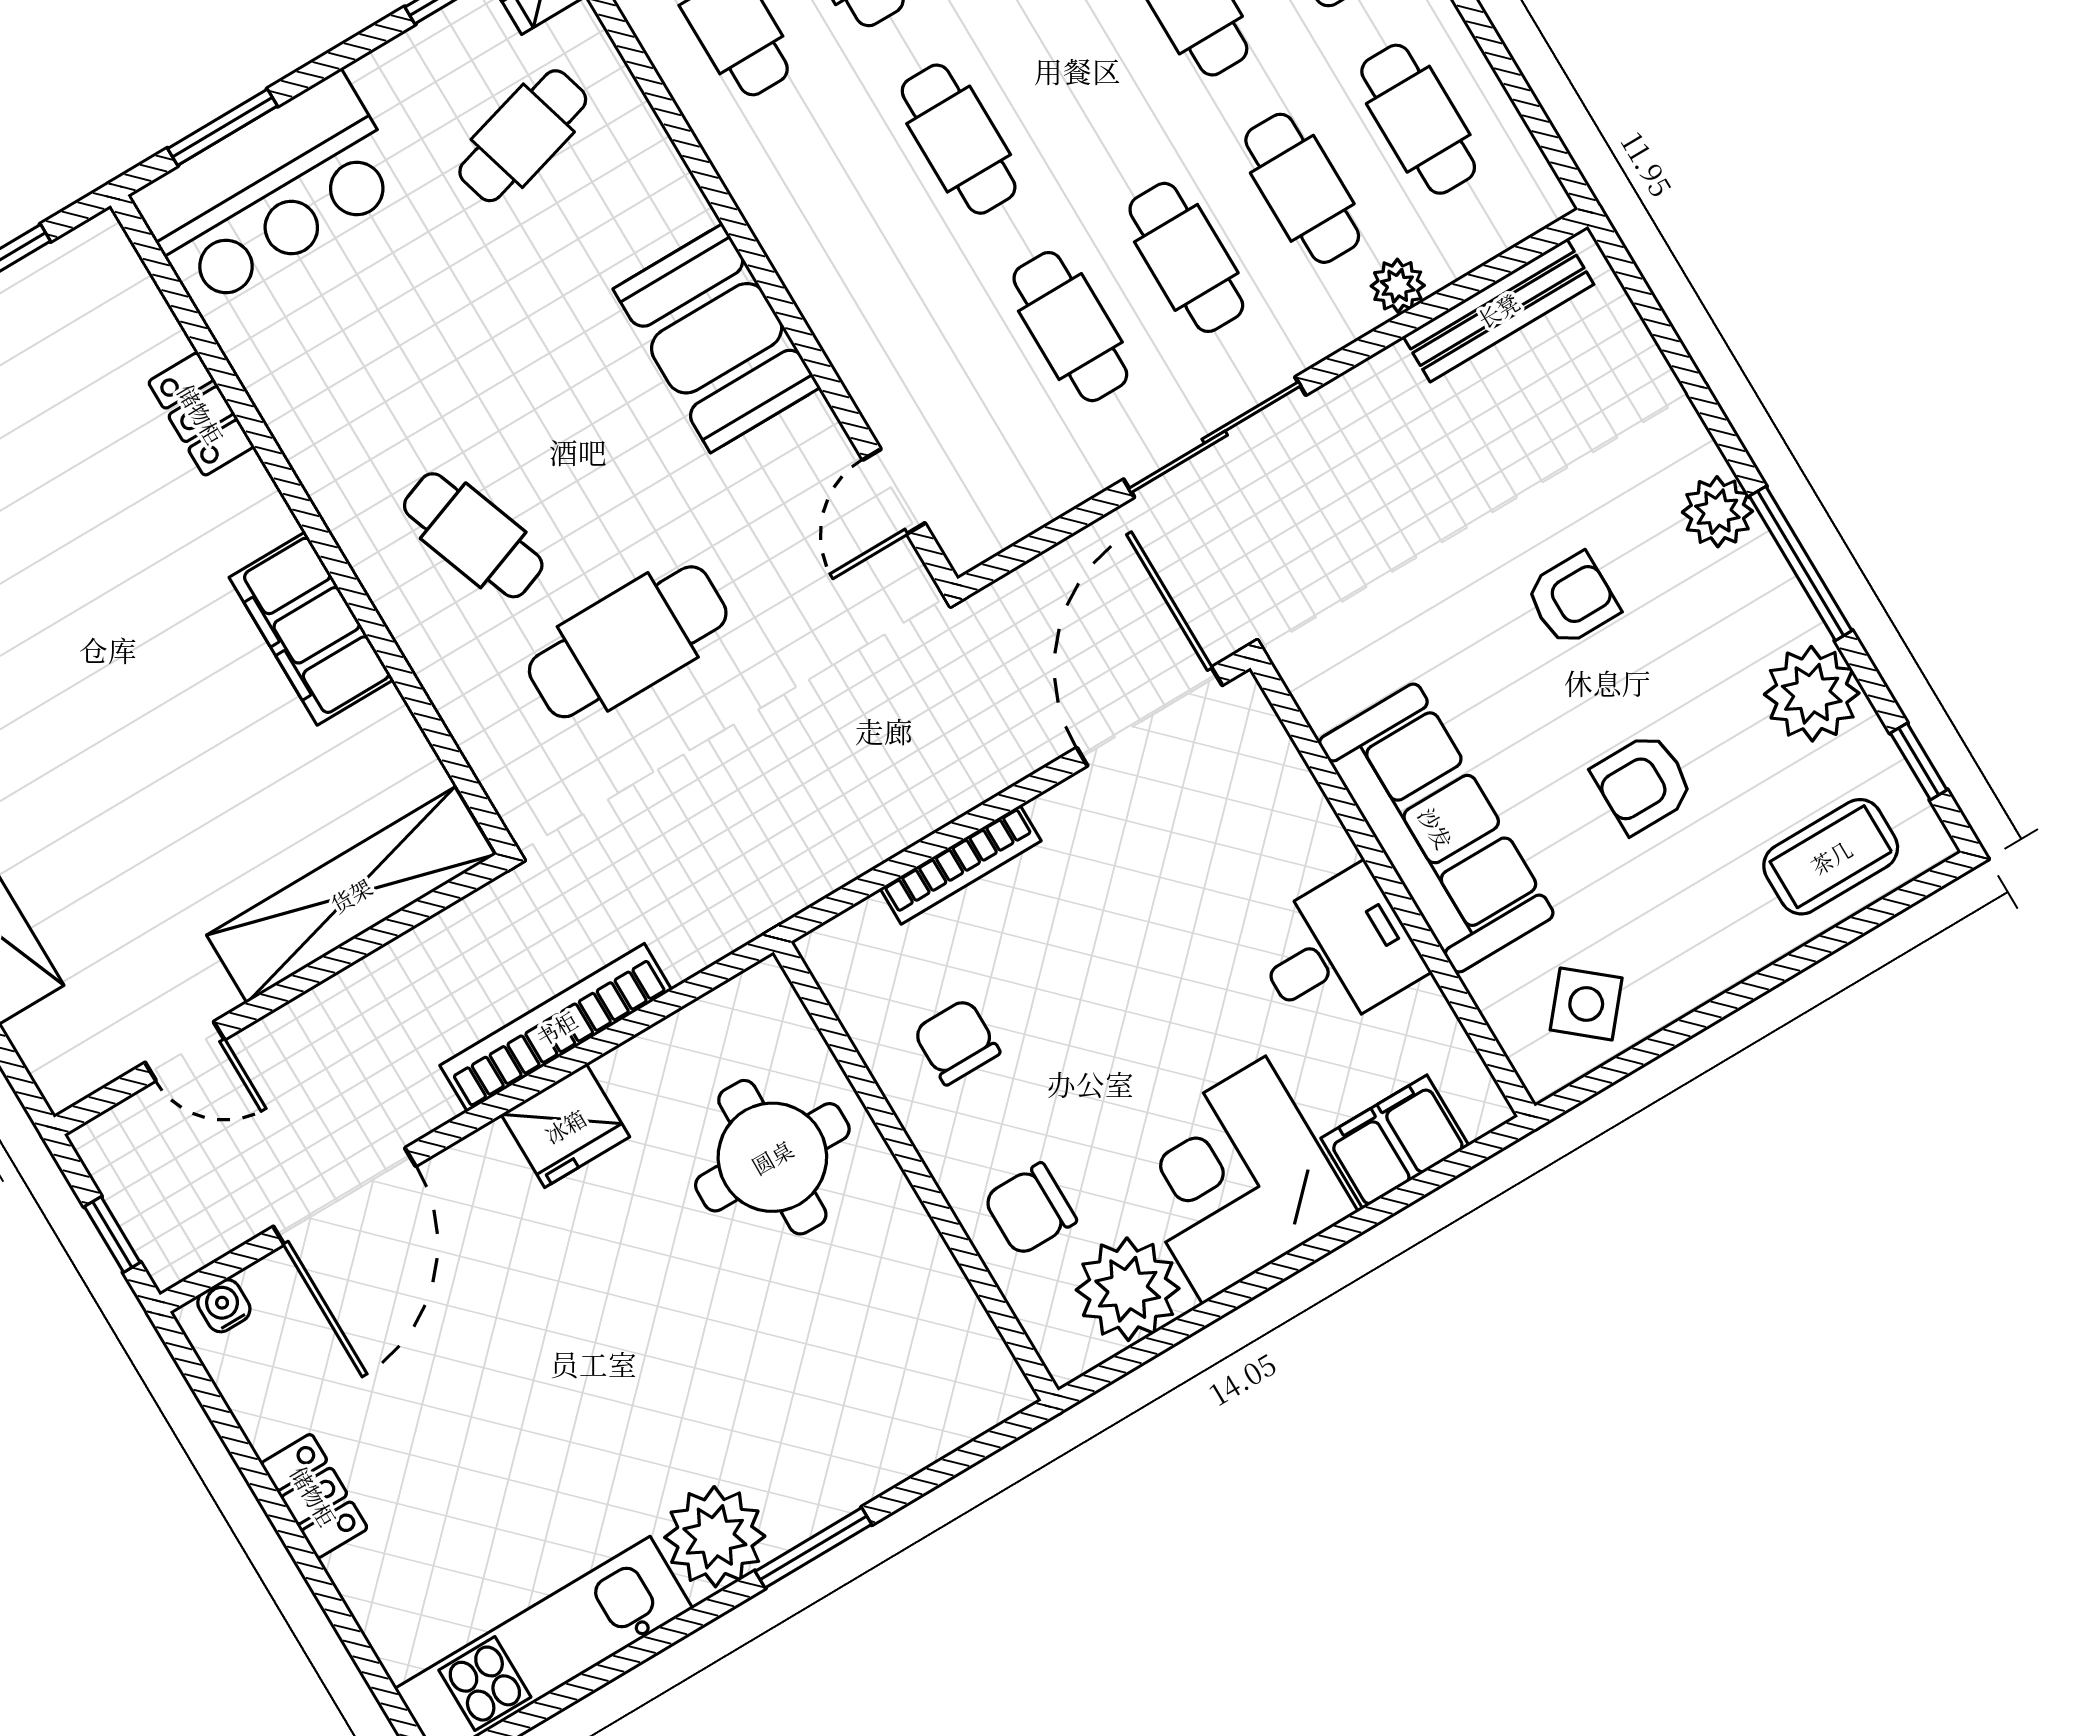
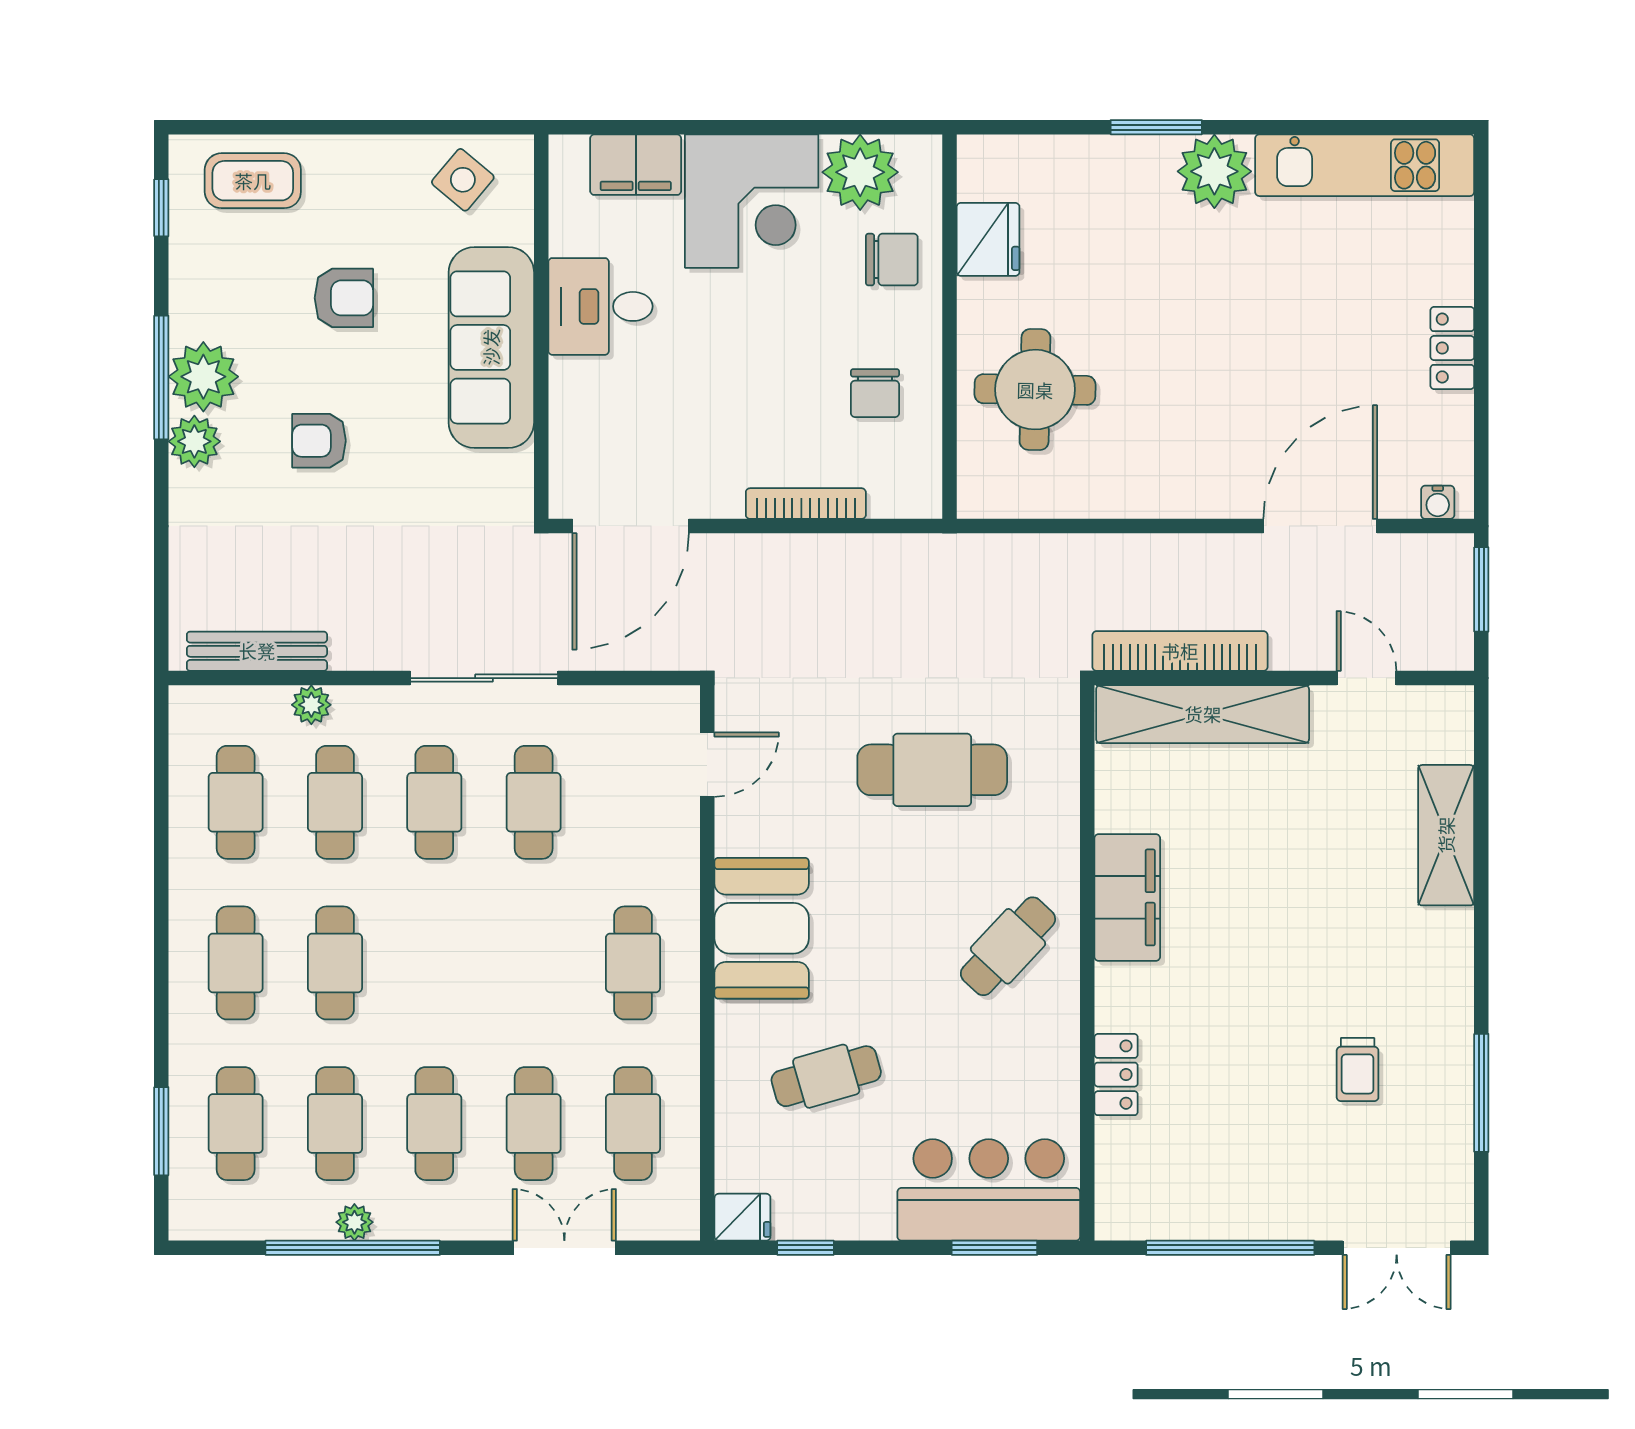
cafe table: (523, 136) -> (826, 1076), moved
cafe table: (959, 139) -> (633, 963), moved
cafe table: (473, 535) -> (1008, 946), moved, turned 63
plant: (1812, 694) -> (203, 377), moved
bookcase: (556, 1028) -> (1180, 651), moved, turned 180
fridge: (565, 1126) -> (988, 239), moved, turned 90
window: (112, 1234) -> (1481, 589), width x1.50

